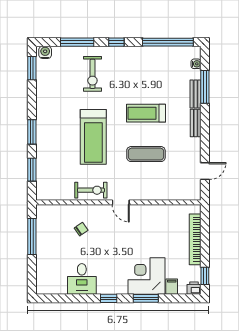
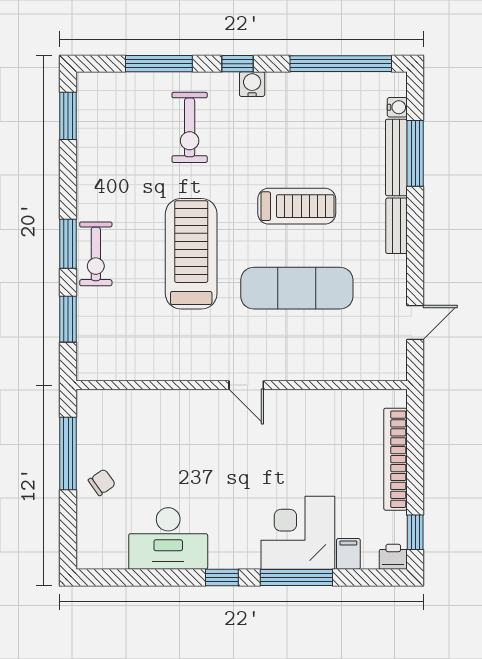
water cooler: (45, 52) -> (252, 84), moved
bench: (196, 94) -> (396, 157), width x1.36
treadmill: (146, 113) -> (297, 206), turned 180
treadmill: (93, 137) -> (191, 254), turned 180
exercise mat: (146, 154) -> (297, 288), width x1.36, depth x1.45
exercise bike: (91, 190) -> (96, 254), moved, turned 90
chair: (81, 229) -> (102, 482), moved
desk: (82, 279) -> (168, 538), width x1.37
window: (146, 298) -> (296, 577), width x1.44

